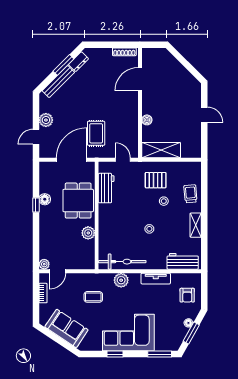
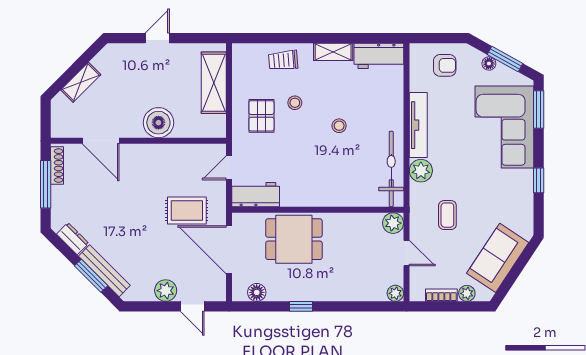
window: (113, 45) -> (46, 184), added
window: (63, 65) -> (91, 276), moved
shelving: (177, 67) -> (81, 82), added
boiler: (147, 120) -> (158, 123), width x1.86, depth x1.86
shelving: (161, 150) -> (214, 83), moved
workbench: (106, 188) -> (256, 195), moved
floor lamp: (45, 199) -> (257, 292), moved
plant: (88, 233) -> (393, 223), moved
workbench: (183, 261) -> (379, 56), moved, turned -90
door: (58, 271) -> (406, 253), moved
tv unit: (156, 279) -> (418, 125), width x1.41
plant: (44, 309) -> (467, 293), added
corner sofa: (128, 333) -> (504, 127), moved

